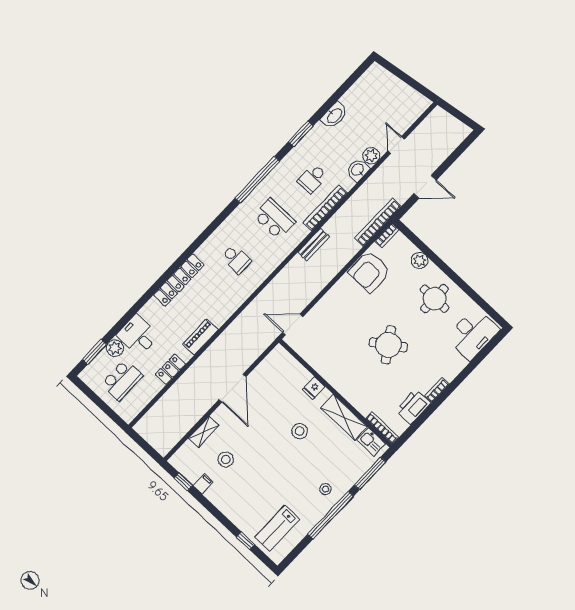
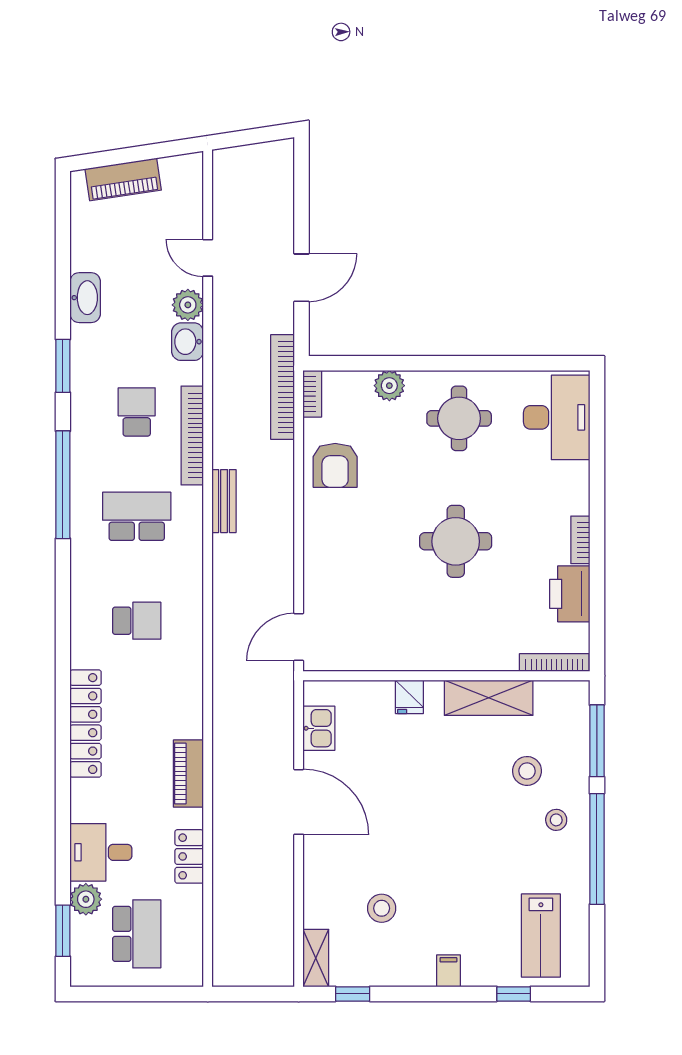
piano: (392, 84) -> (123, 179), added
school desk: (312, 178) -> (137, 412), turned 180
armchair: (370, 272) -> (335, 465), width x0.73, depth x0.73
round table: (388, 345) -> (456, 541), turned 34
stool: (300, 431) -> (527, 771), moved
shelving: (204, 432) -> (316, 958), moved
kitchen sink: (371, 442) -> (319, 728), moved, turned -90
filing cabinet: (203, 484) -> (448, 971), moved

